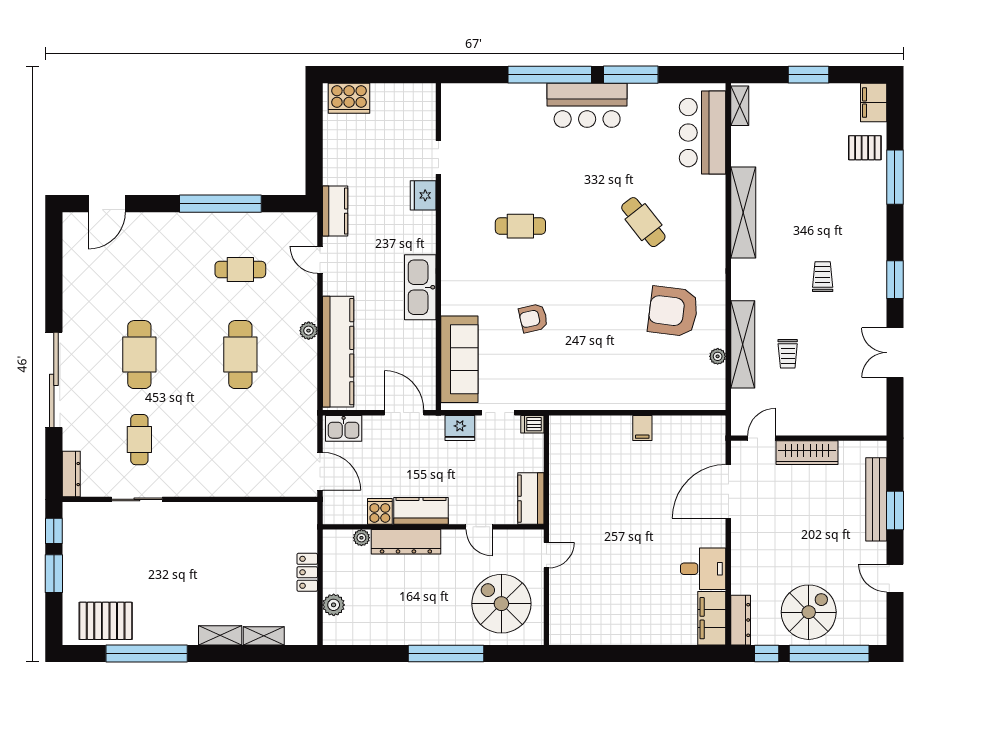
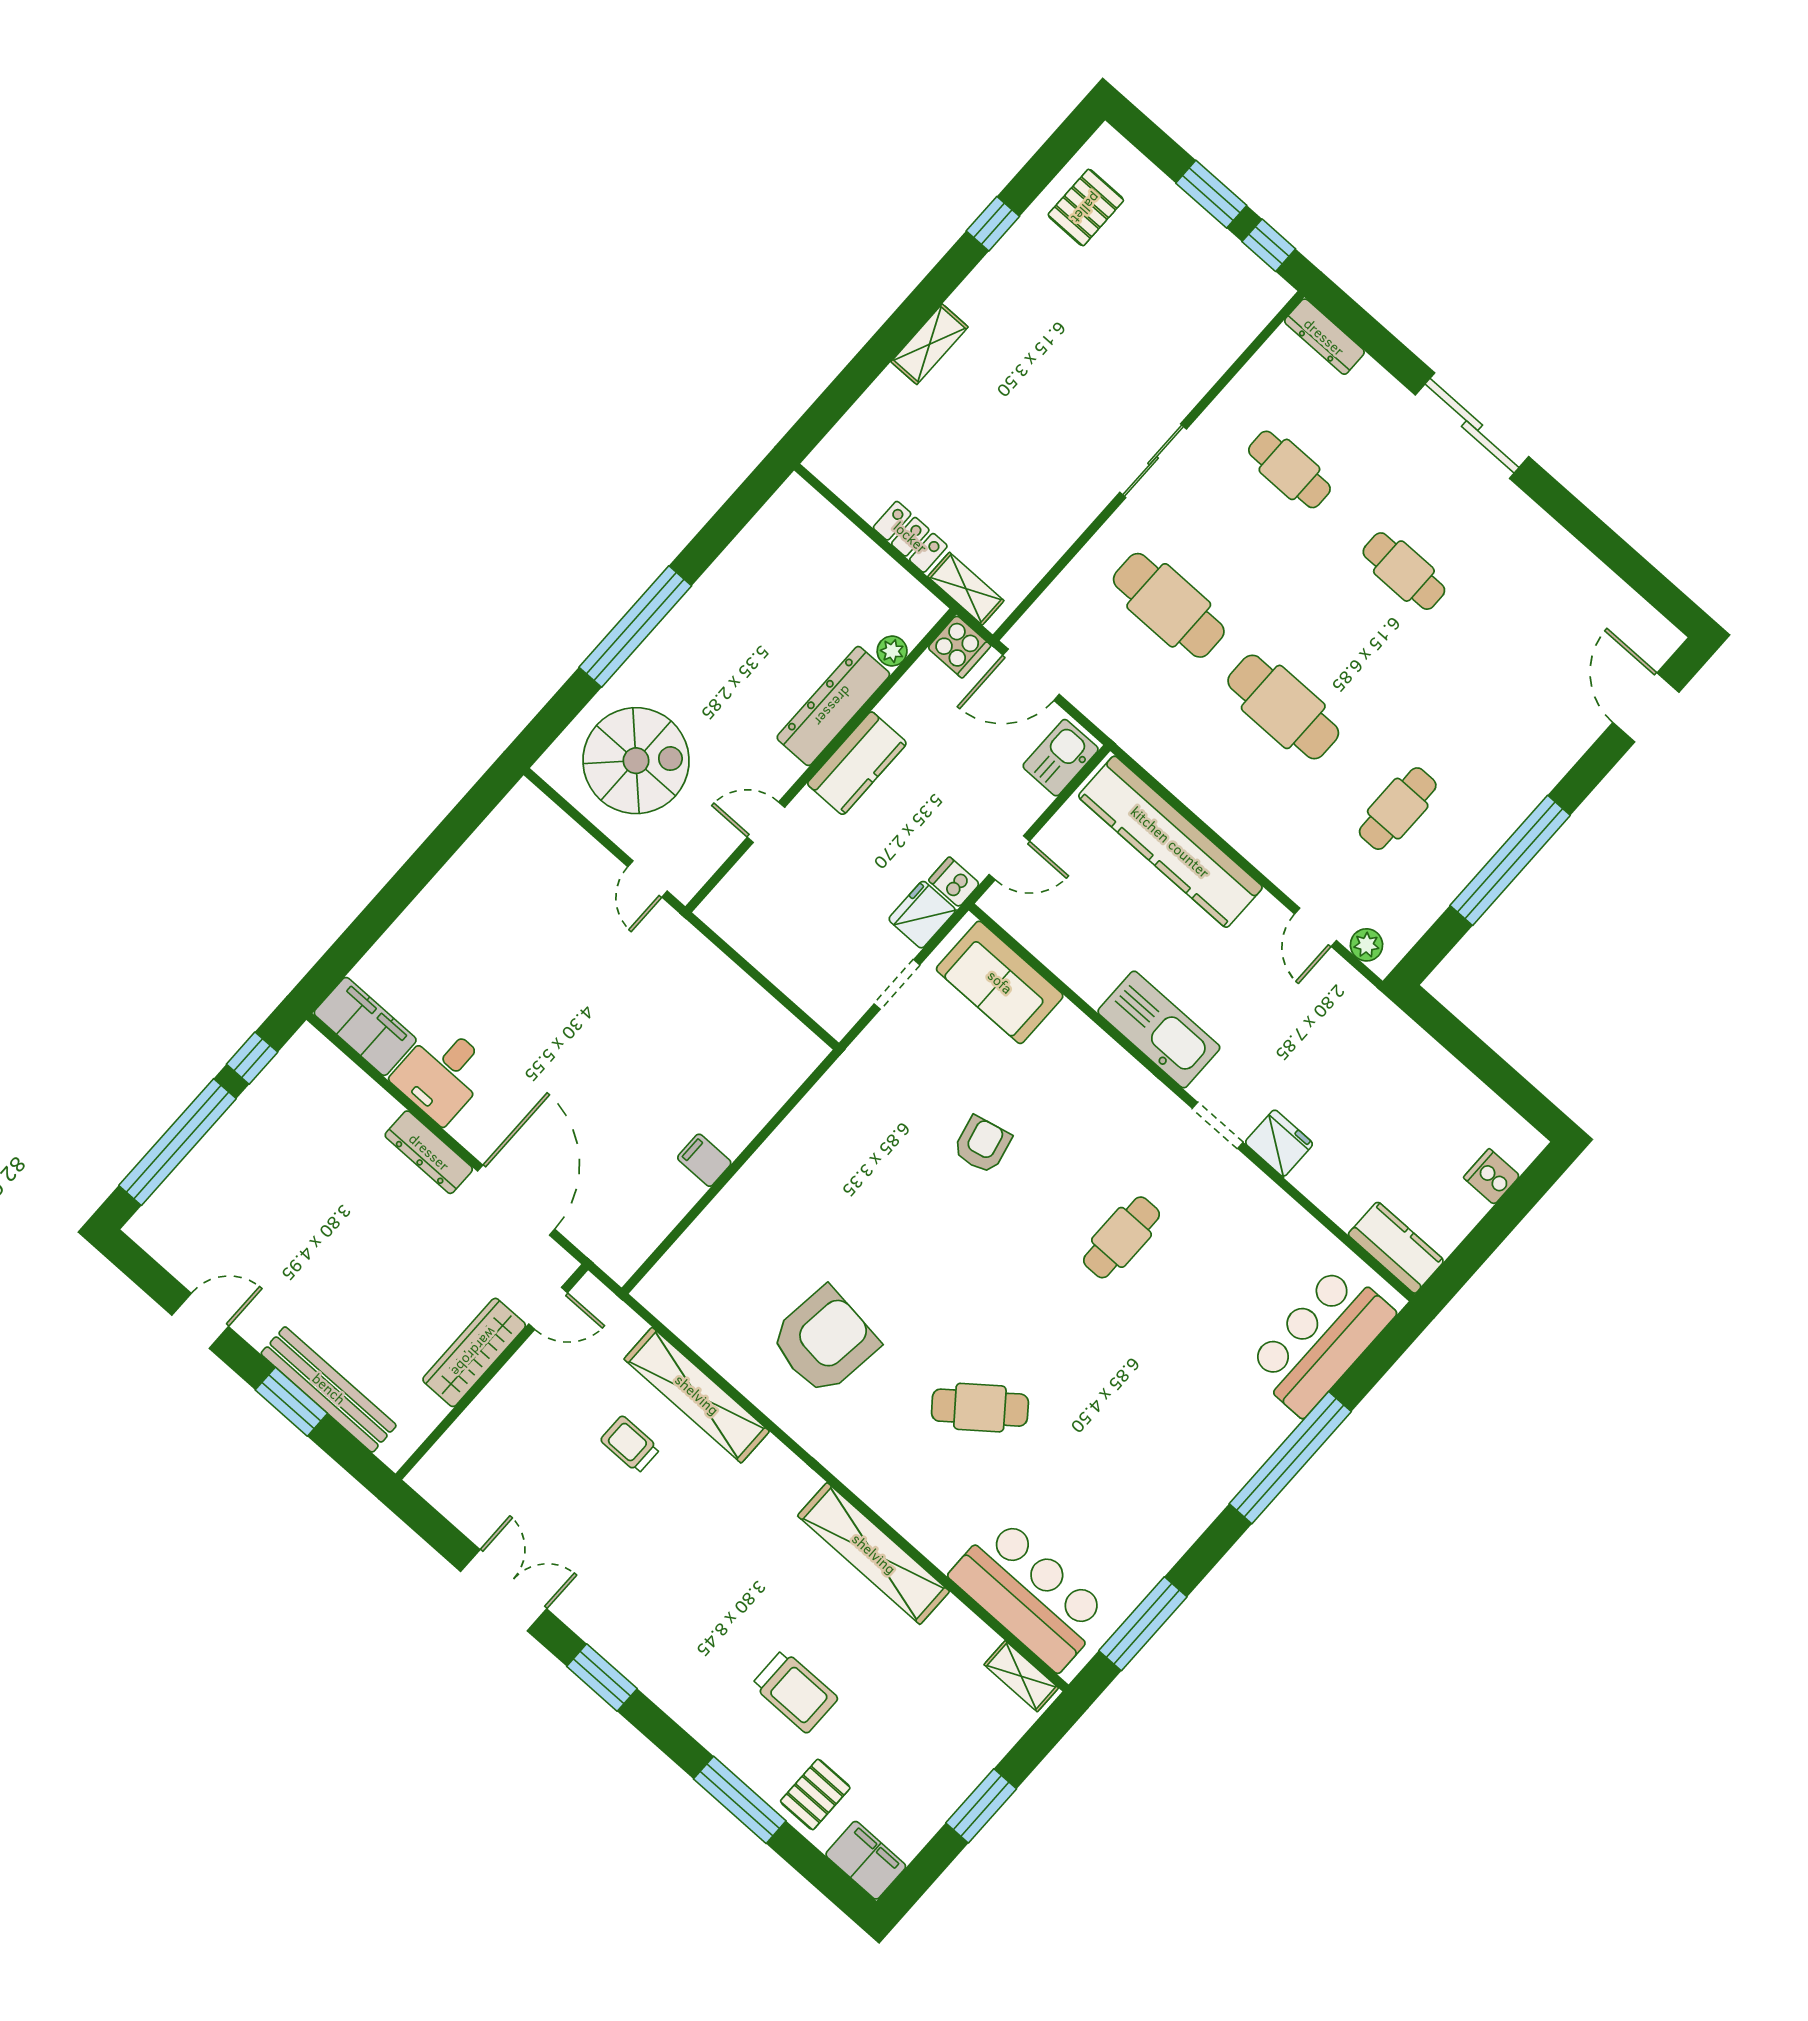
window: (631, 75) -> (1143, 1624), moved
cooker: (349, 98) -> (1492, 1177), width x0.53, depth x0.76
bar counter: (587, 105) -> (1321, 1340), moved
doorway: (438, 157) -> (1218, 1125), moved
kitchen counter: (335, 211) -> (1396, 1248), moved, turned 180
door: (320, 260) -> (1316, 927), swing flipped
trolley: (823, 277) -> (795, 1691), moved, width x1.36, depth x1.39
plant: (309, 331) -> (1366, 945), moved
cafe table: (139, 355) -> (1404, 571), width x0.73, depth x0.74
plant: (718, 356) -> (711, 1347), removed
sofa: (459, 359) -> (1000, 982), width x0.73
sliding door: (54, 380) -> (1472, 426), width x0.73
door: (404, 413) -> (1009, 858), width x0.73
dishwasher: (532, 424) -> (954, 882), moved, turned -90
door: (761, 438) -> (548, 1308), hinge flipped
cafe table: (240, 440) -> (1169, 605), added
sliding door: (137, 499) -> (1153, 461), moved
kitchen counter: (531, 499) -> (742, 926), removed
cooker: (380, 511) -> (959, 647), moved
plant: (334, 605) -> (835, 533), removed
spiral stairs: (809, 612) -> (257, 1164), removed
dresser: (741, 620) -> (429, 1152), moved
pallet: (106, 621) -> (1086, 208), width x0.67, depth x0.71
shelving: (264, 636) -> (966, 589), moved, turned 90
window: (147, 653) -> (993, 224), width x0.32

